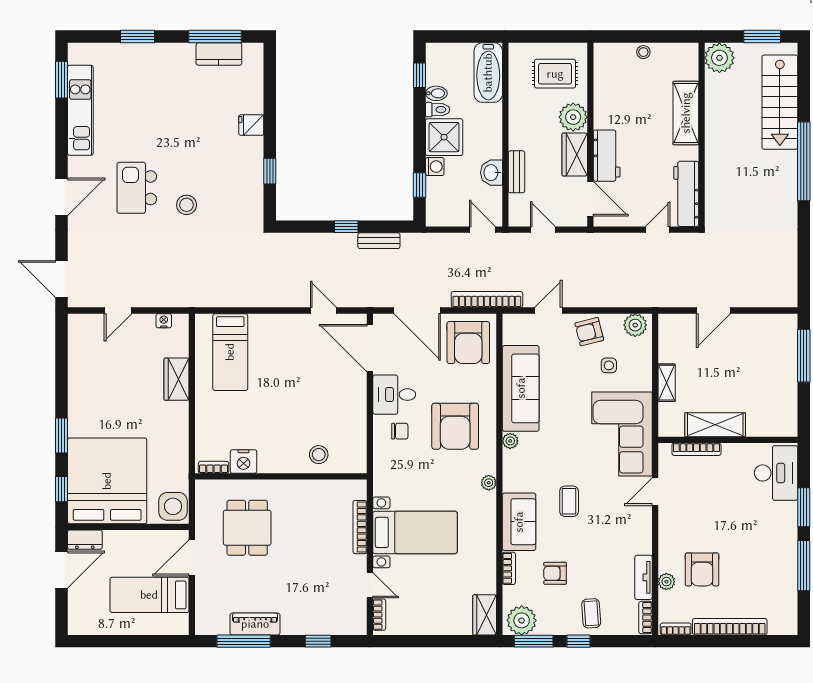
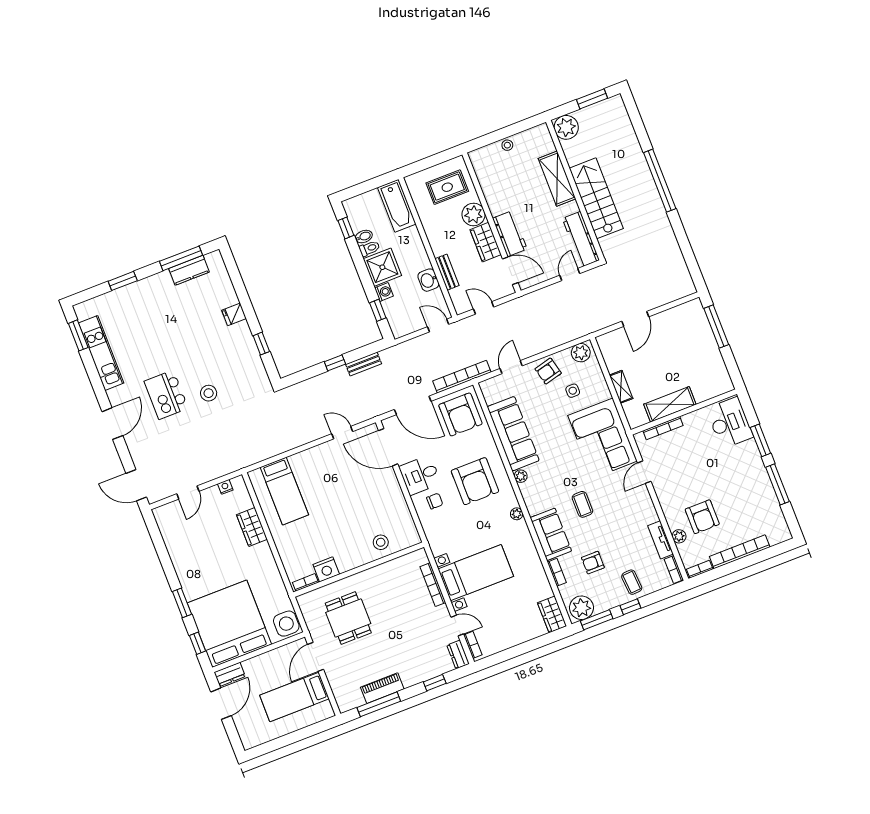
stairs: (780, 102) -> (596, 198), moved, turned 180
dresser: (358, 619) -> (458, 654), added

